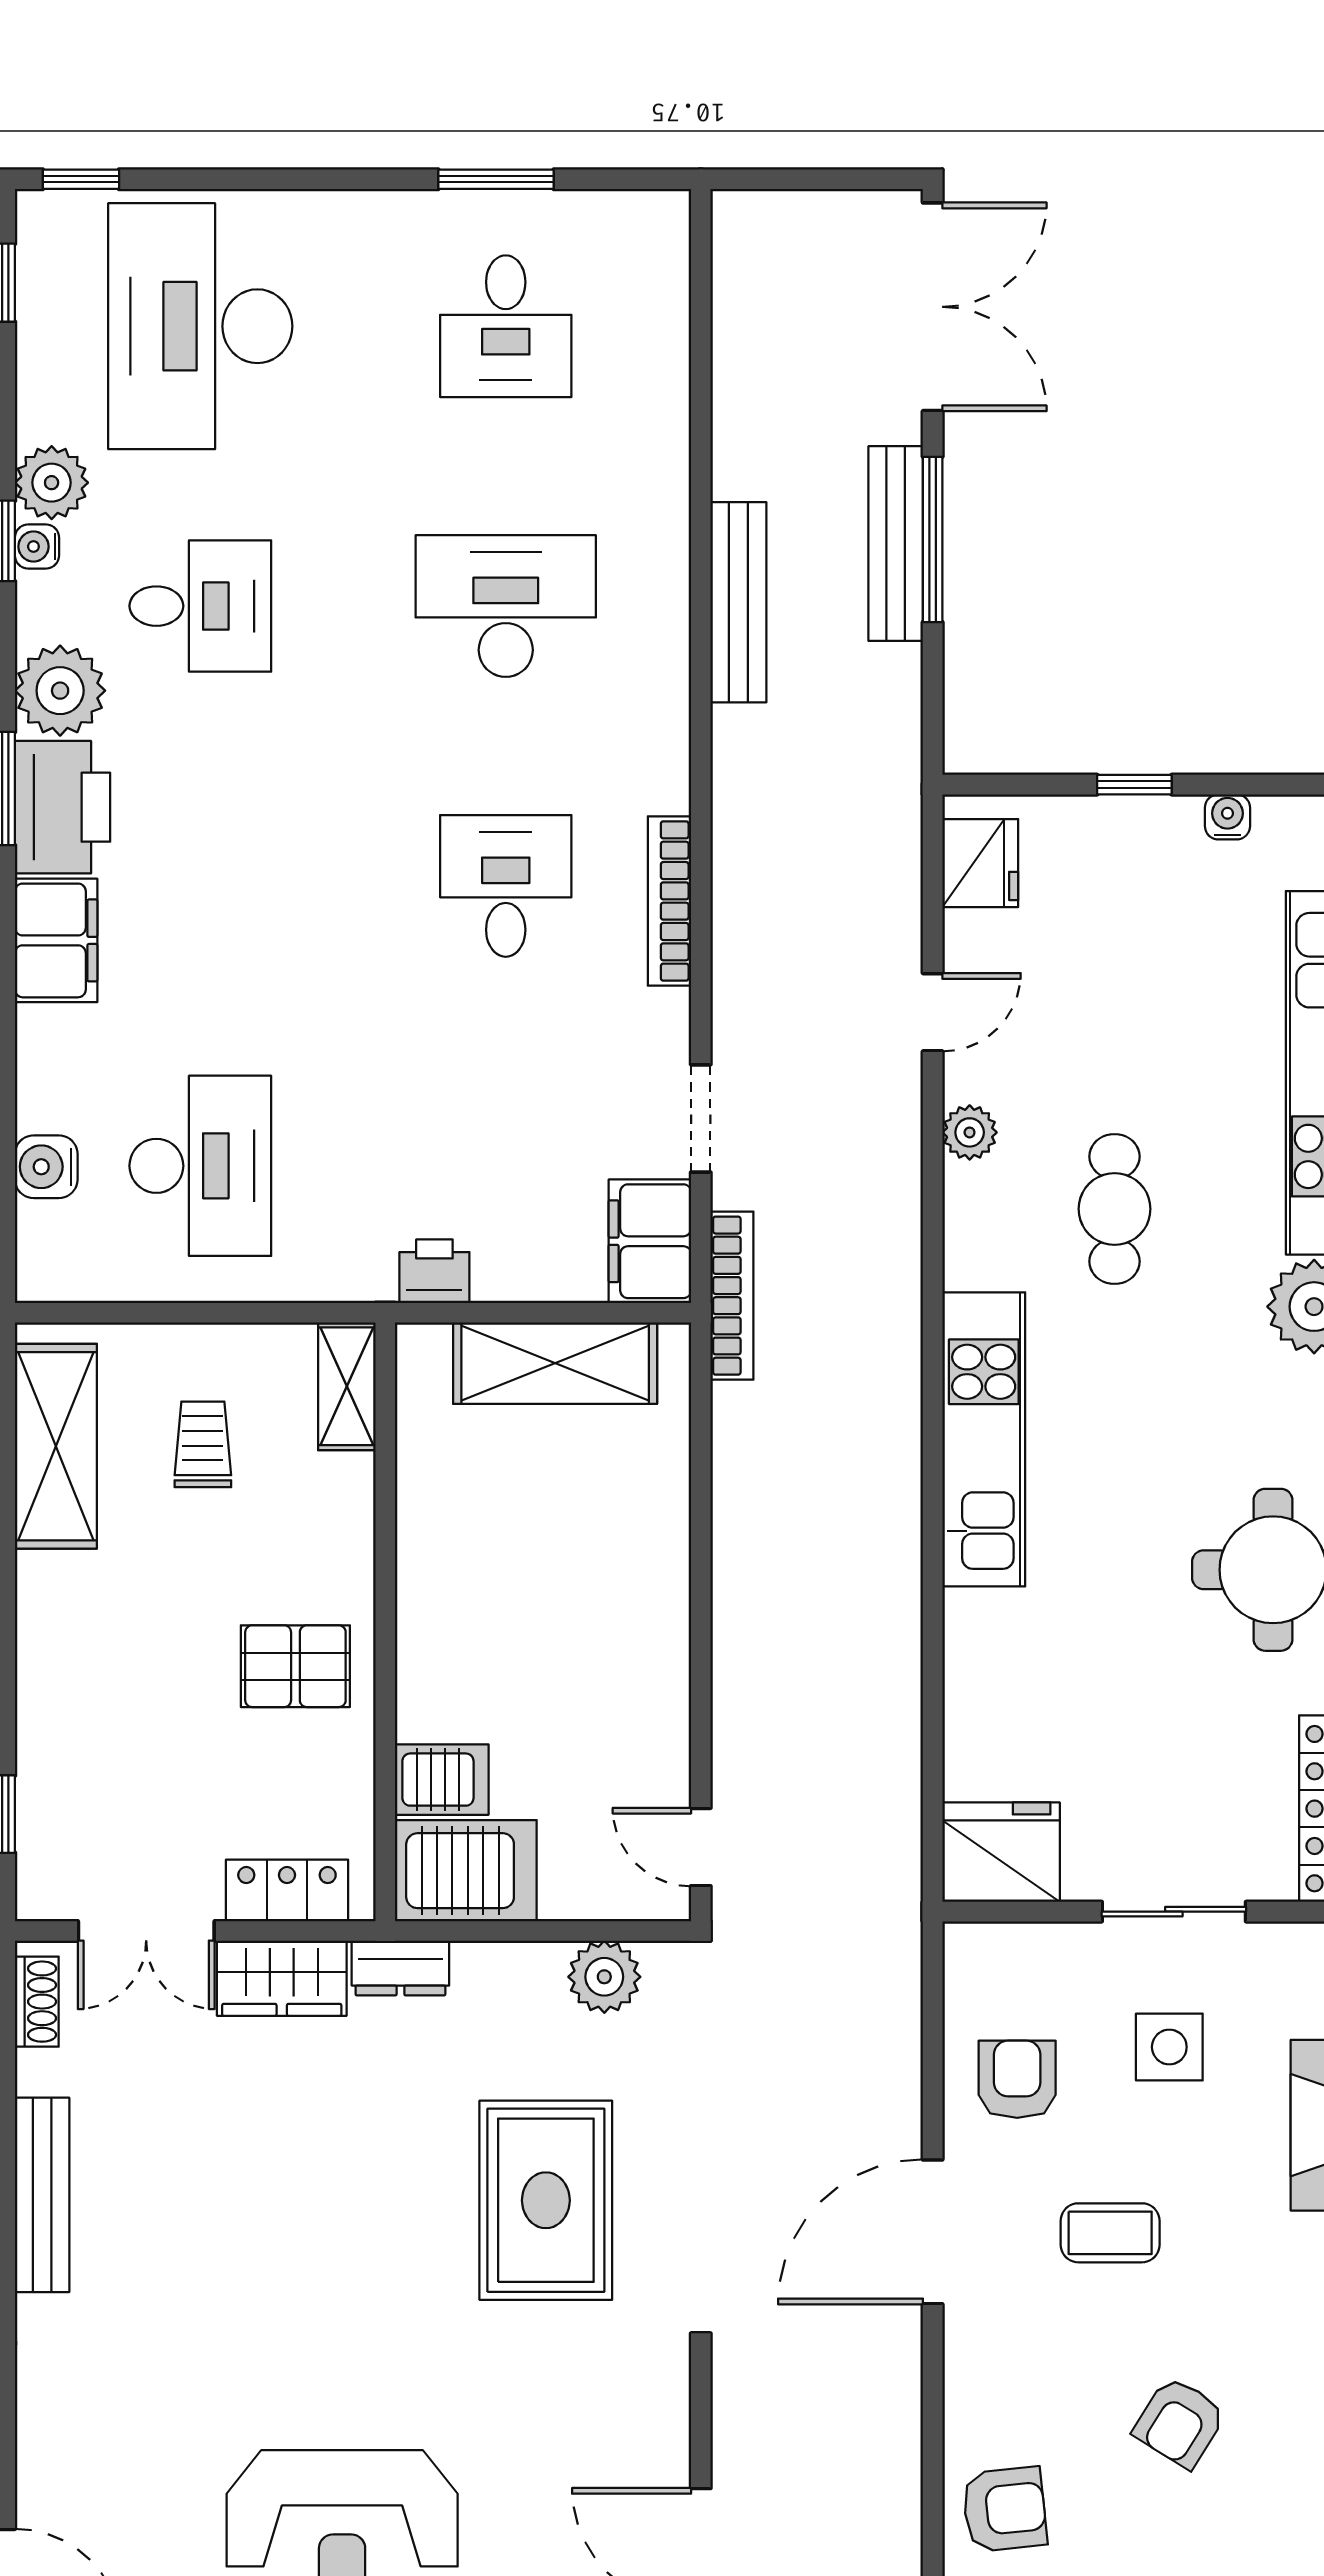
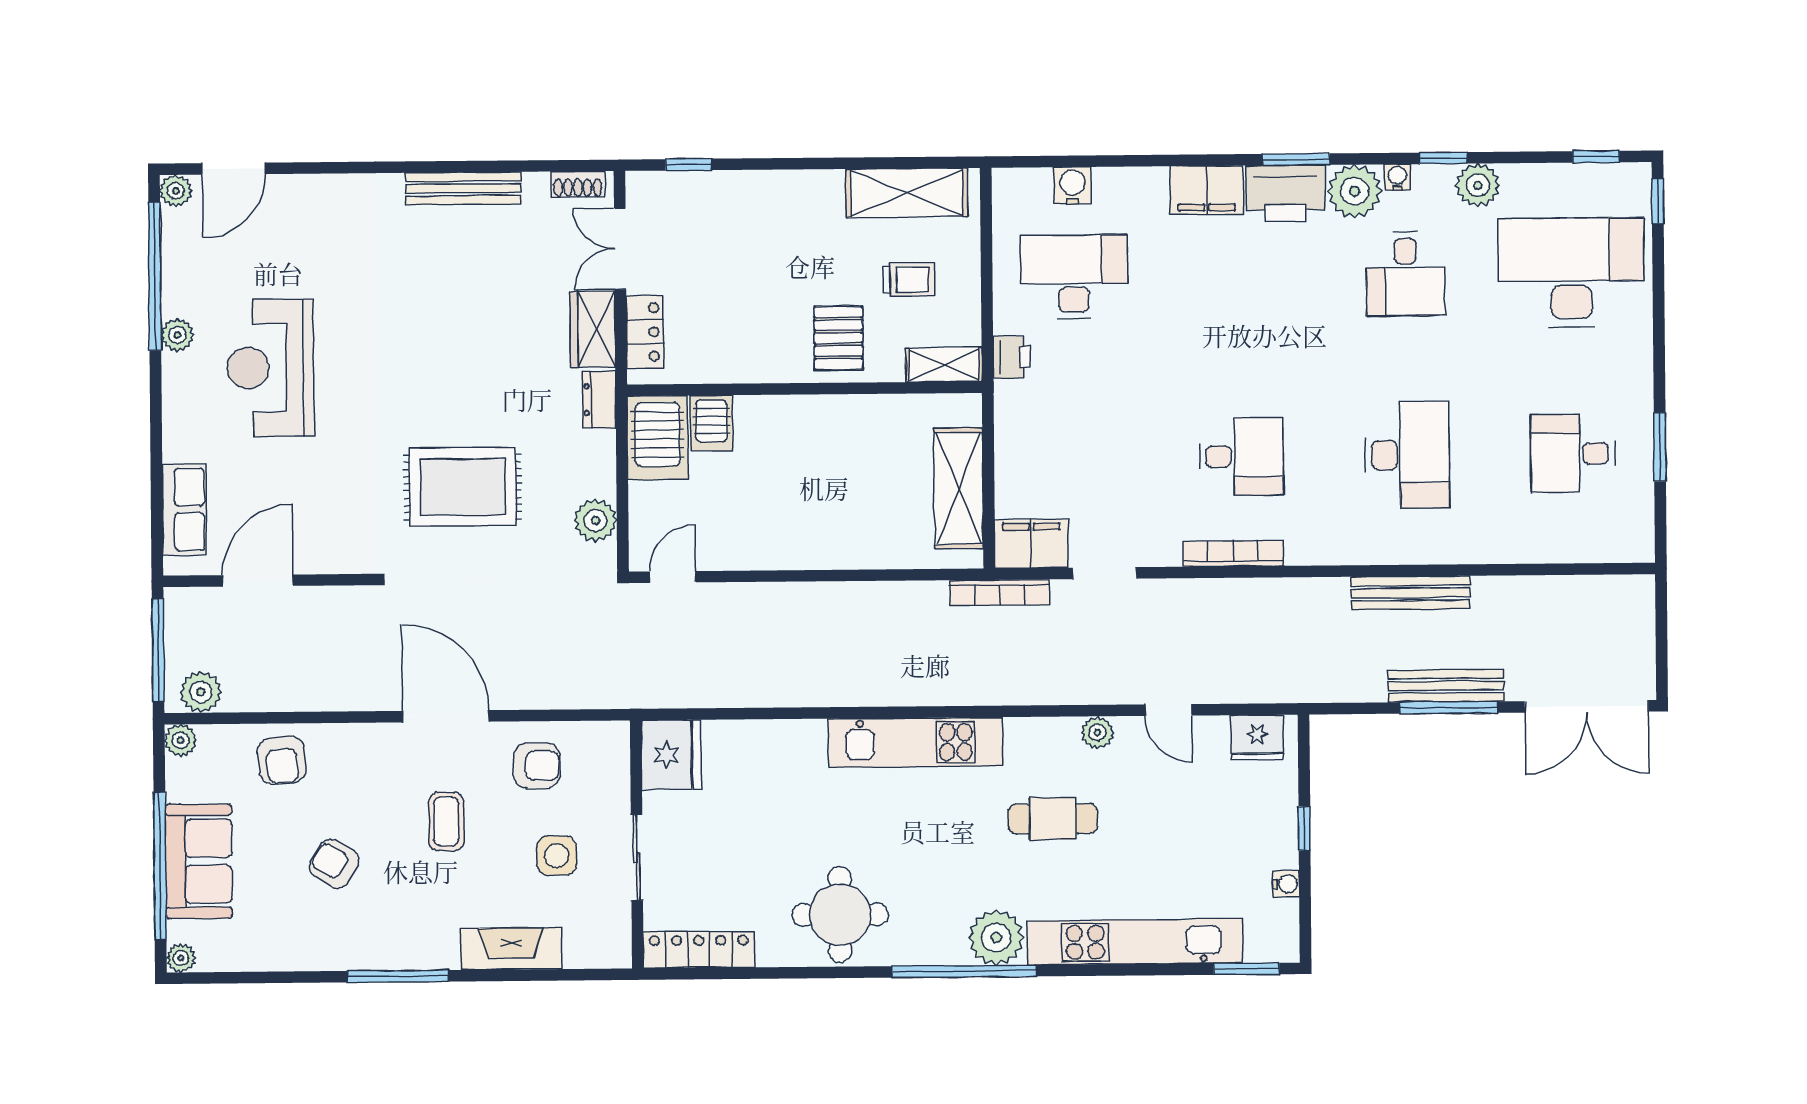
water cooler: (37, 547) -> (1397, 177), moved
desk: (200, 1166) -> (1074, 277), turned 180
printer: (434, 1271) -> (1012, 357), moved
pallet: (295, 1666) -> (838, 338), moved

